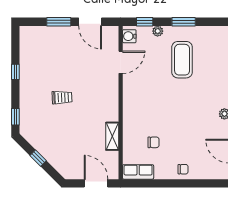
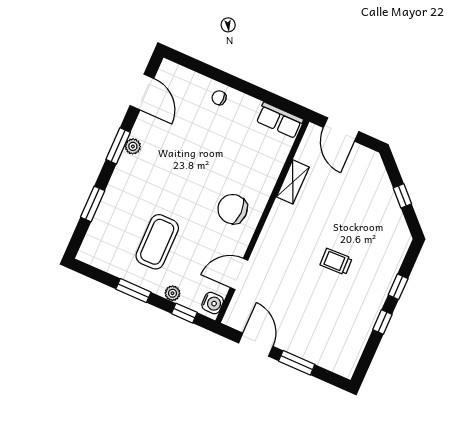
window: (15, 117) -> (398, 287), moved
chair: (153, 142) -> (233, 209), moved, width x1.87, depth x1.87

